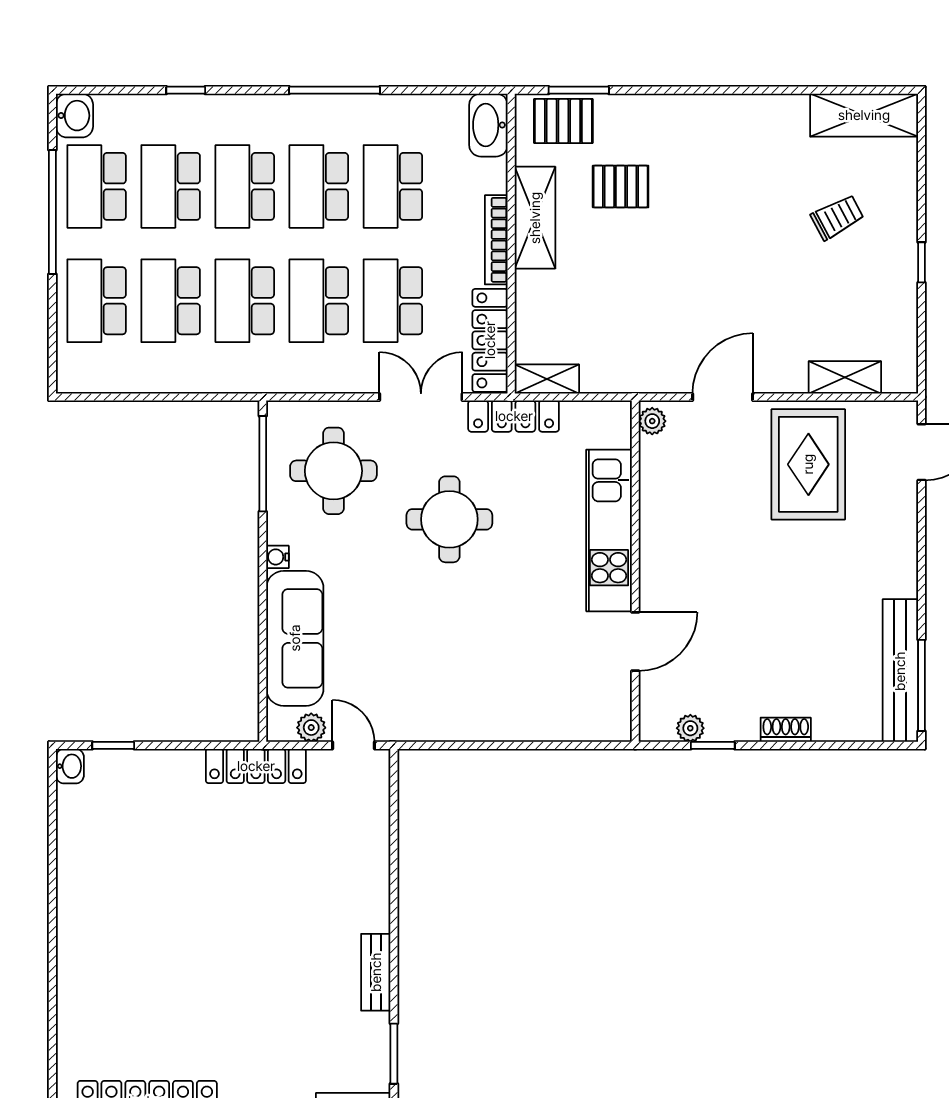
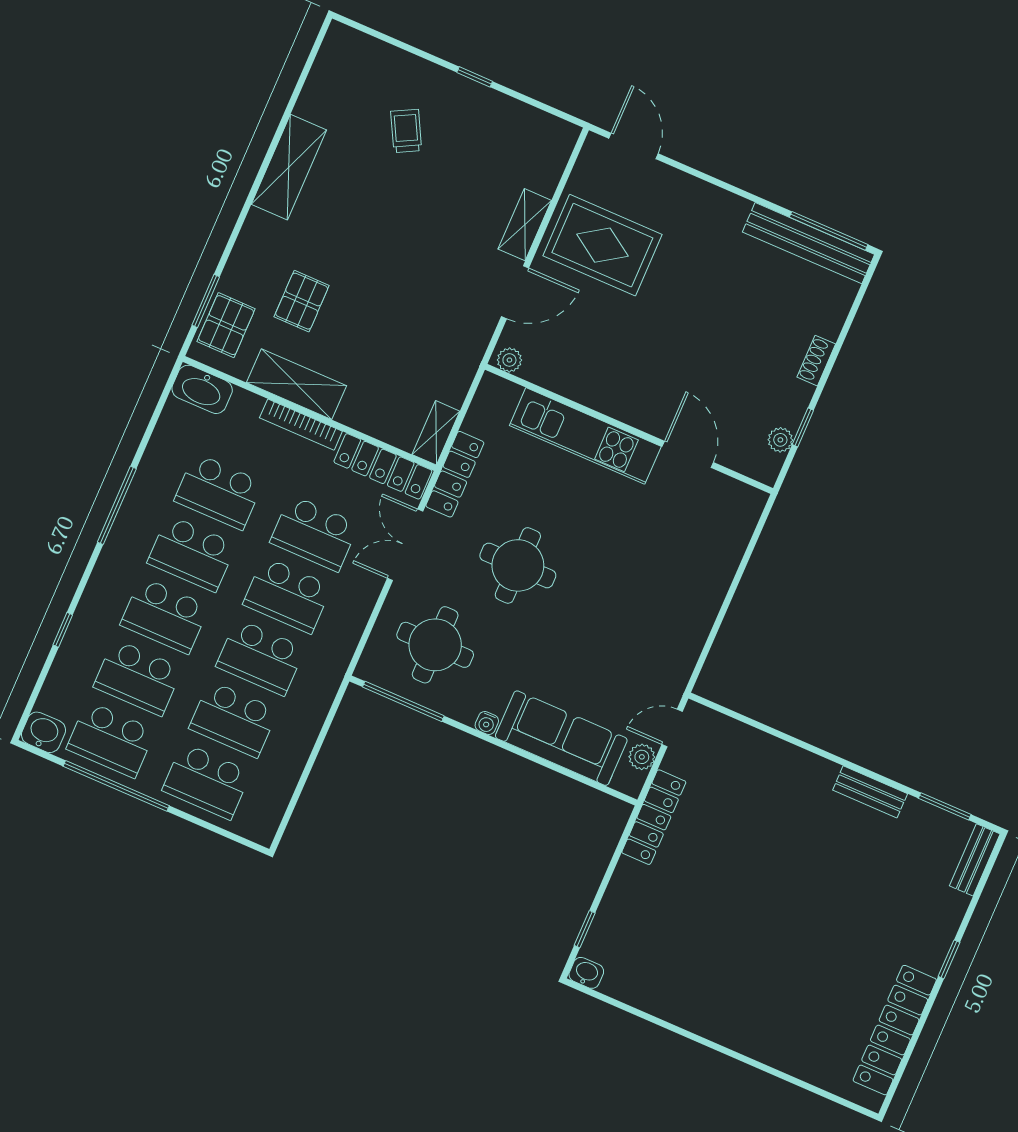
shelving: (864, 115) -> (289, 167), moved
shelving: (845, 377) -> (525, 225), moved
door: (723, 397) -> (515, 292), swing flipped

